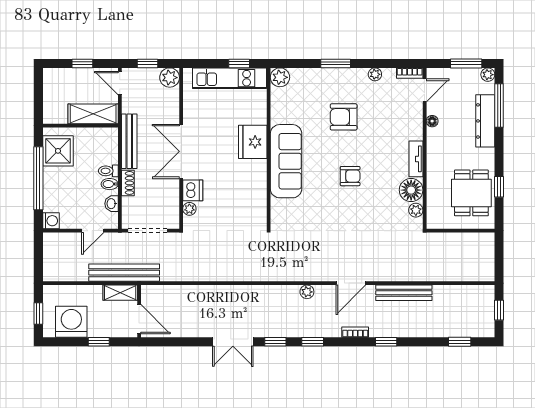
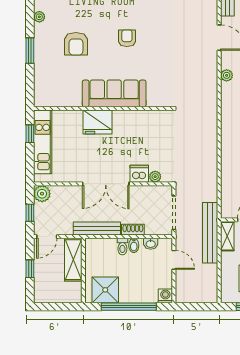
plant: (280, 77) -> (42, 99), removed

